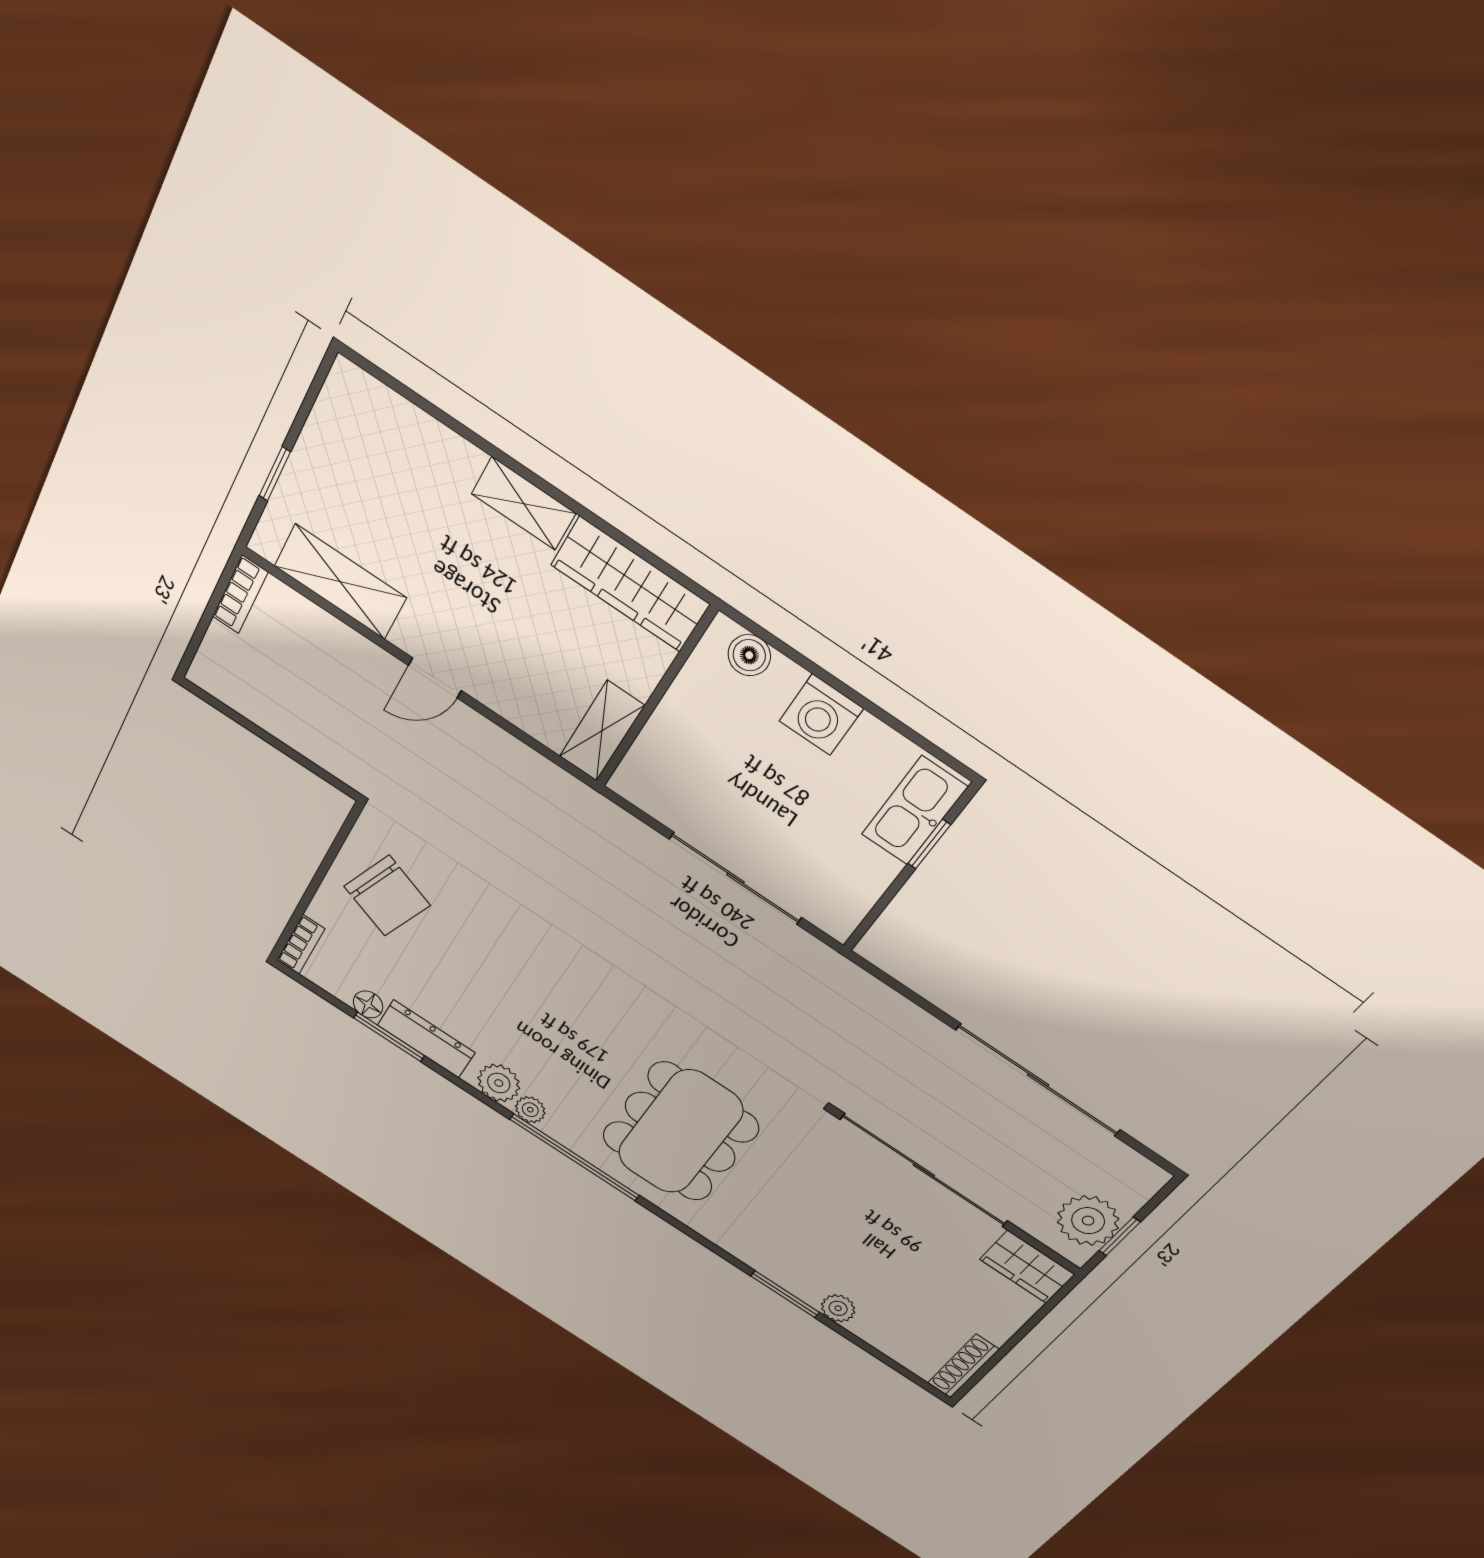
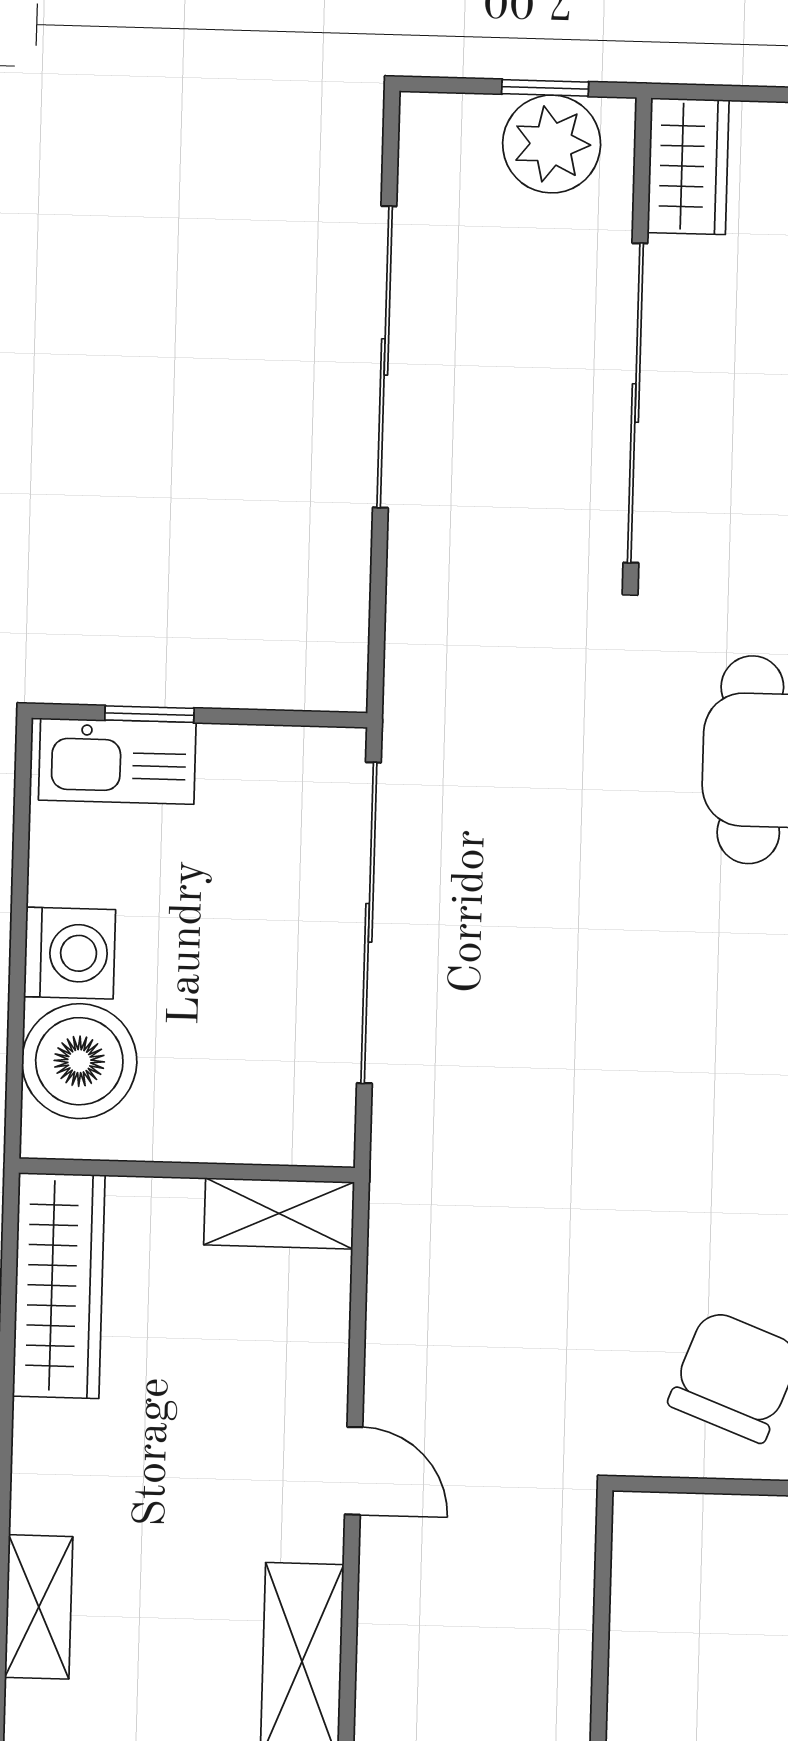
shelving: (524, 504) -> (39, 1607), moved
boiler: (749, 655) -> (79, 1061), width x1.86, depth x1.86
sliding door: (736, 878) -> (369, 923), width x1.36

